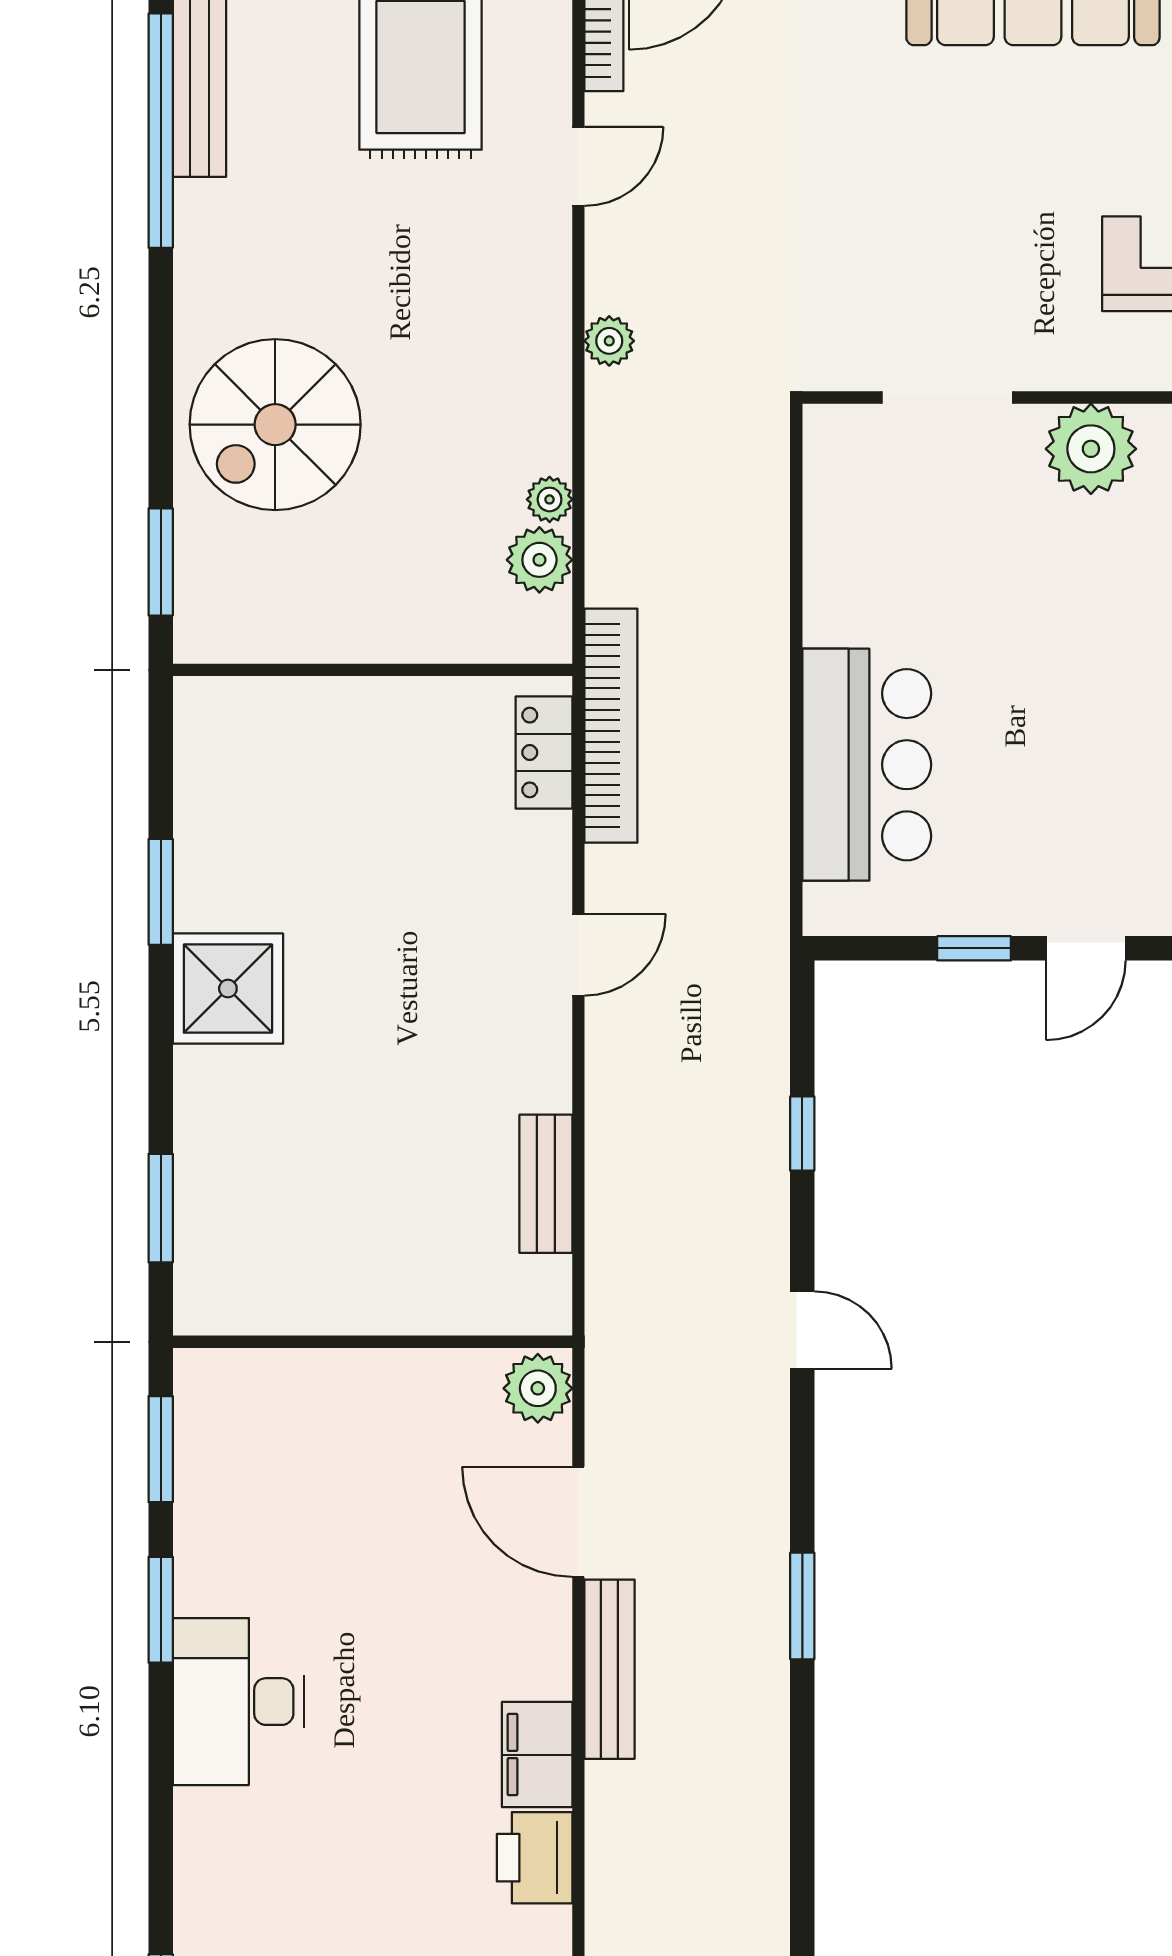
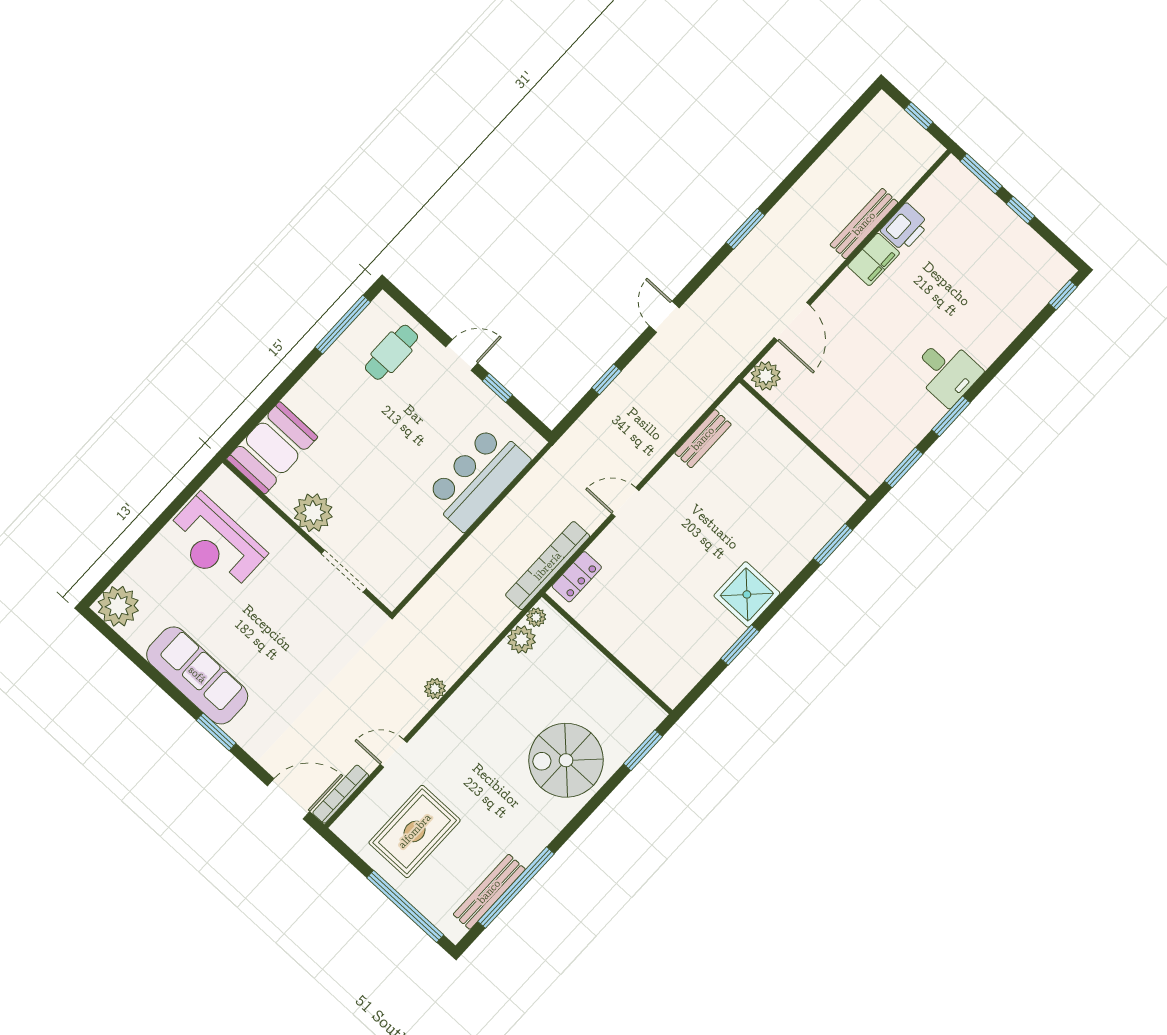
spiral stairs: (275, 425) -> (566, 760), turned 180
plant: (550, 499) -> (536, 617), moved
bench: (609, 1669) -> (864, 224), moved
desk: (238, 1702) -> (947, 371), width x0.73

